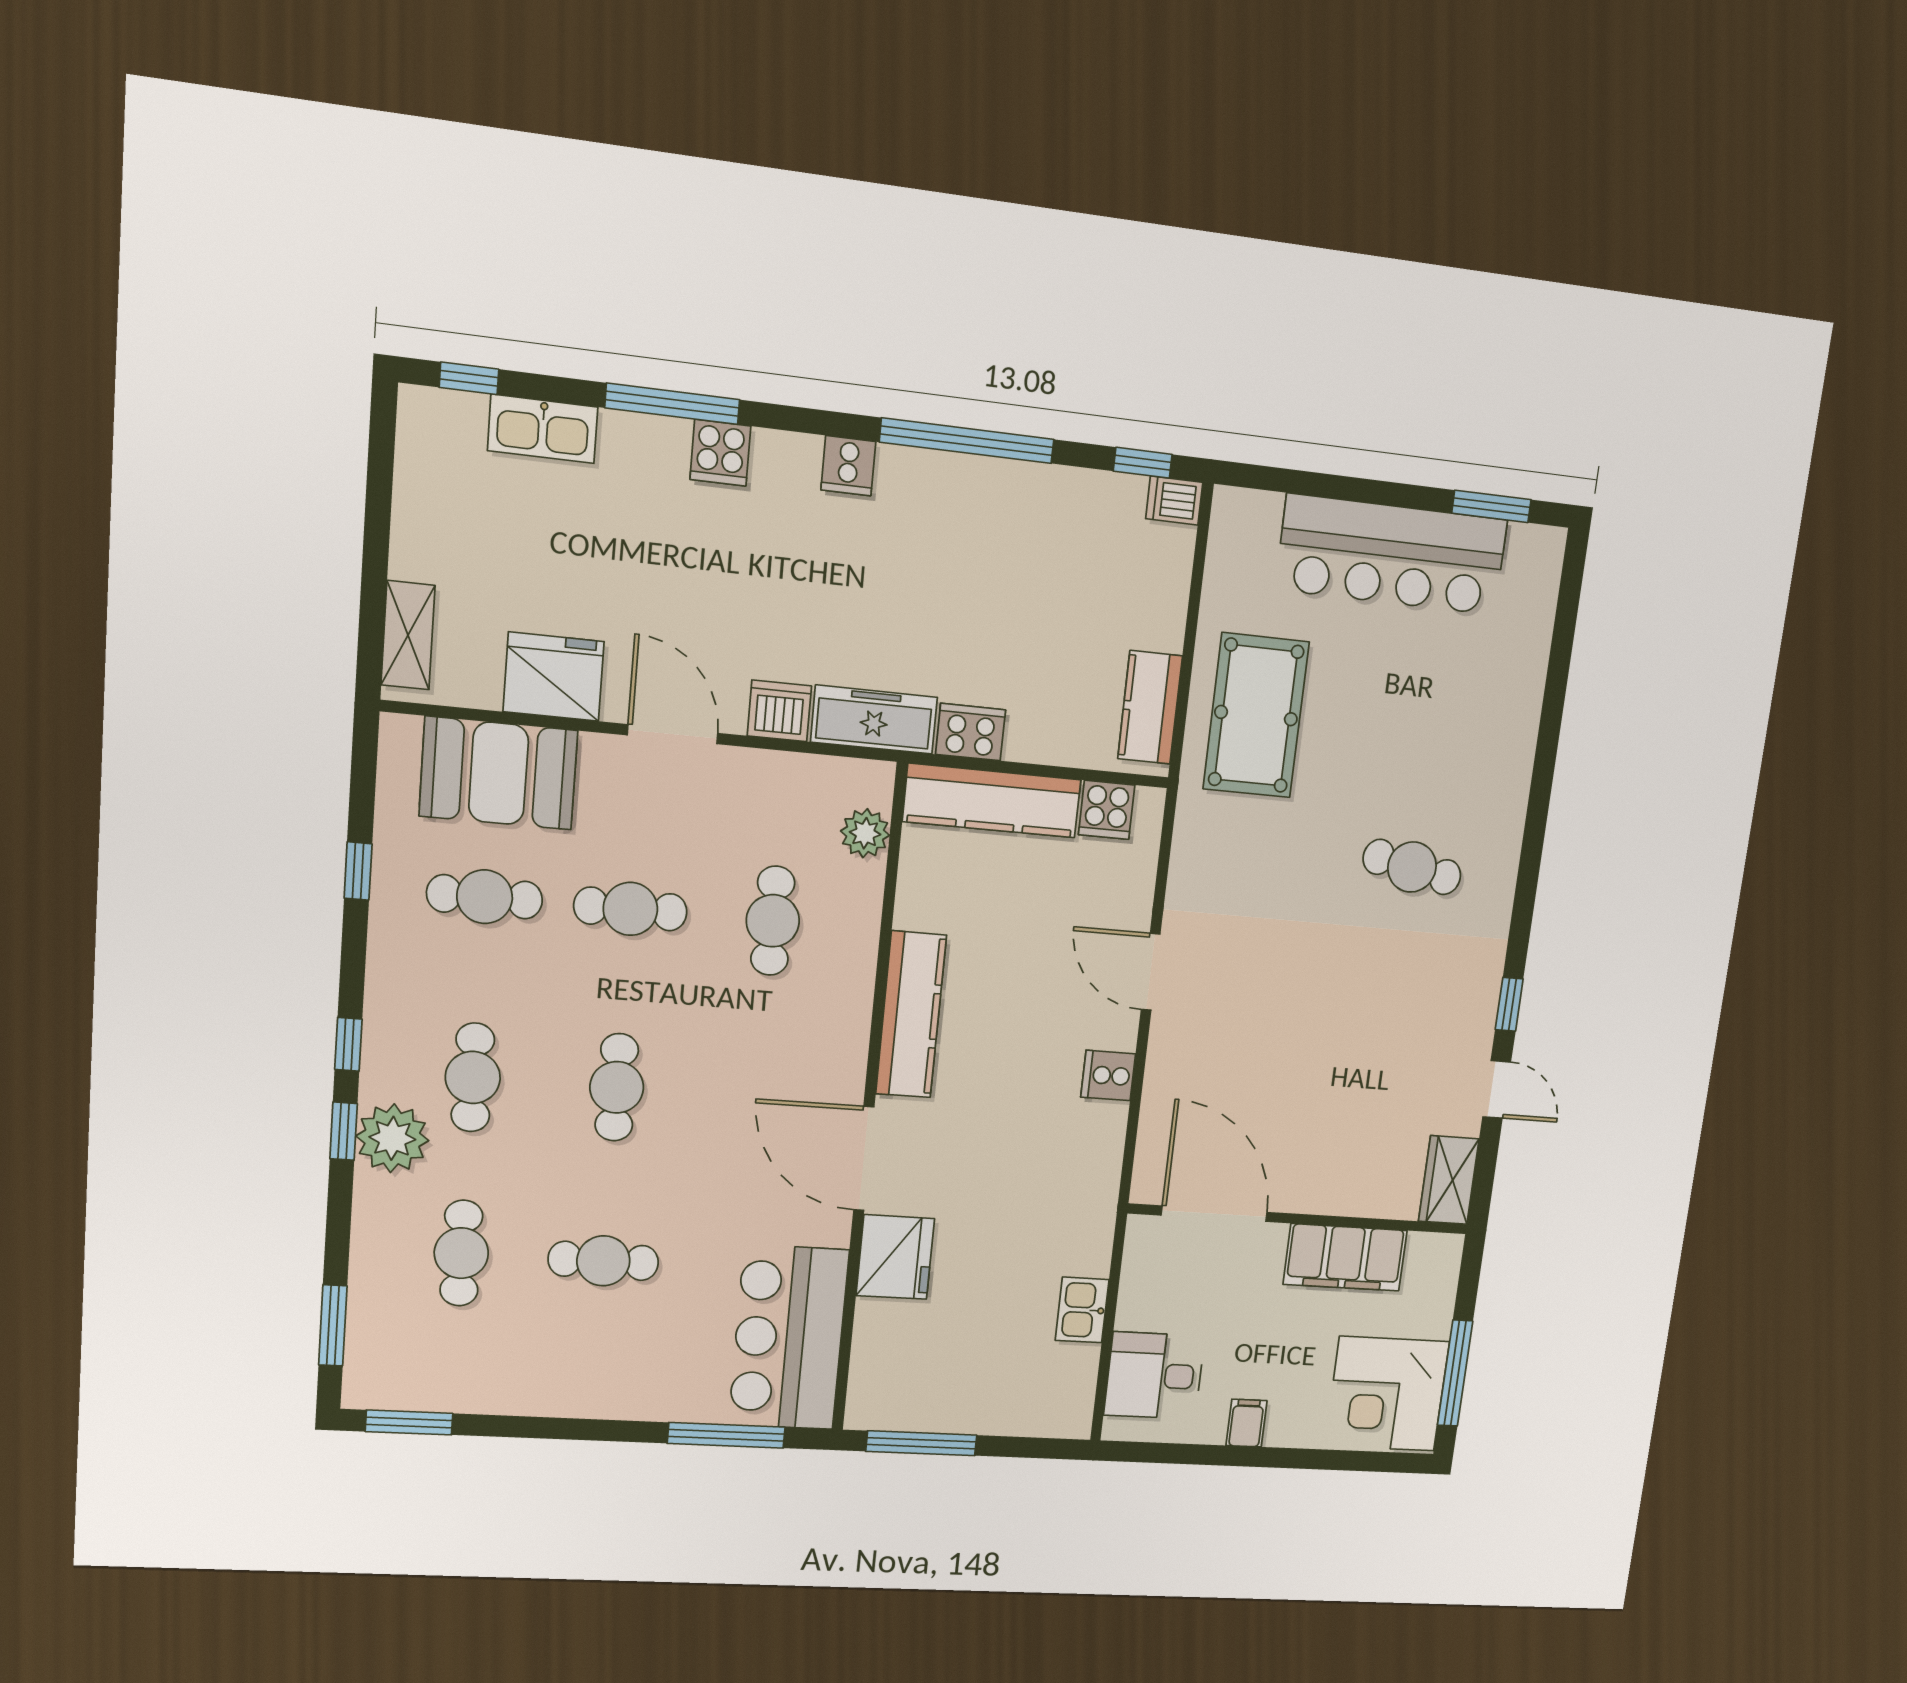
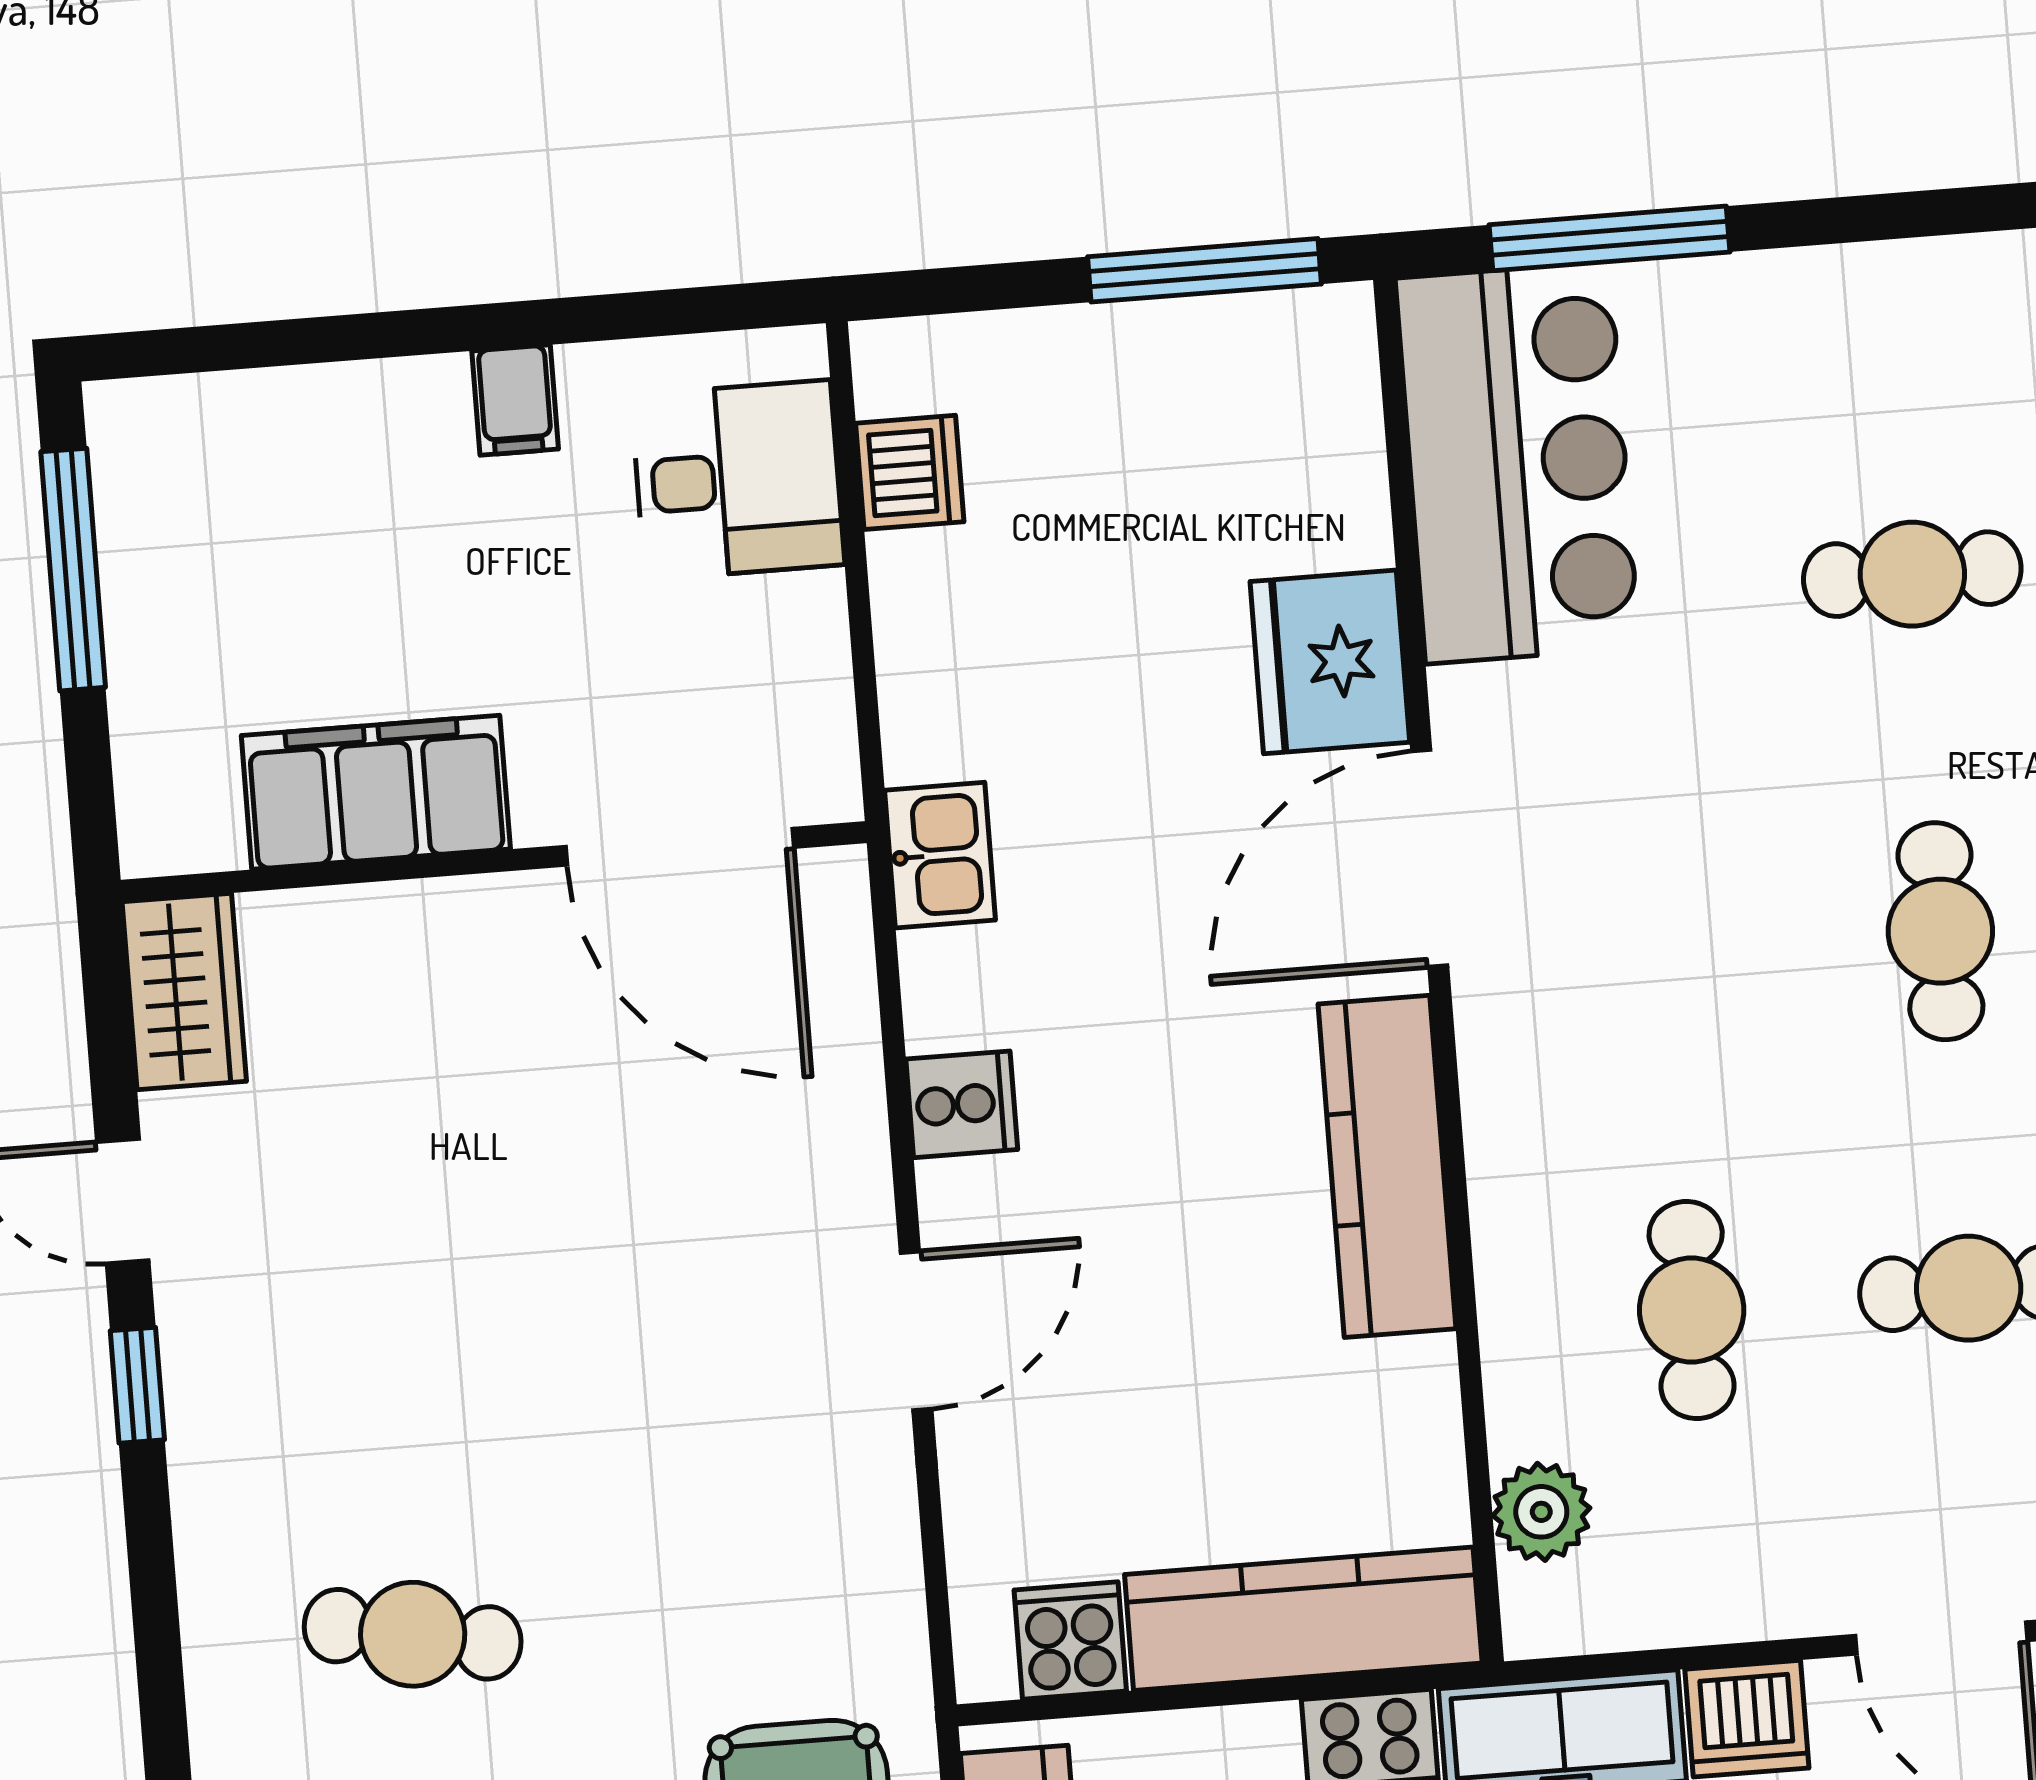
door: (1151, 972) -> (916, 1331), hinge flipped
door: (864, 1158) -> (1430, 858), swing flipped
kitchen sink: (1082, 1310) -> (940, 855), moved
dishwasher: (1075, 1369) -> (910, 472), added
corner desk: (1387, 1394) -> (216, 504), removed

